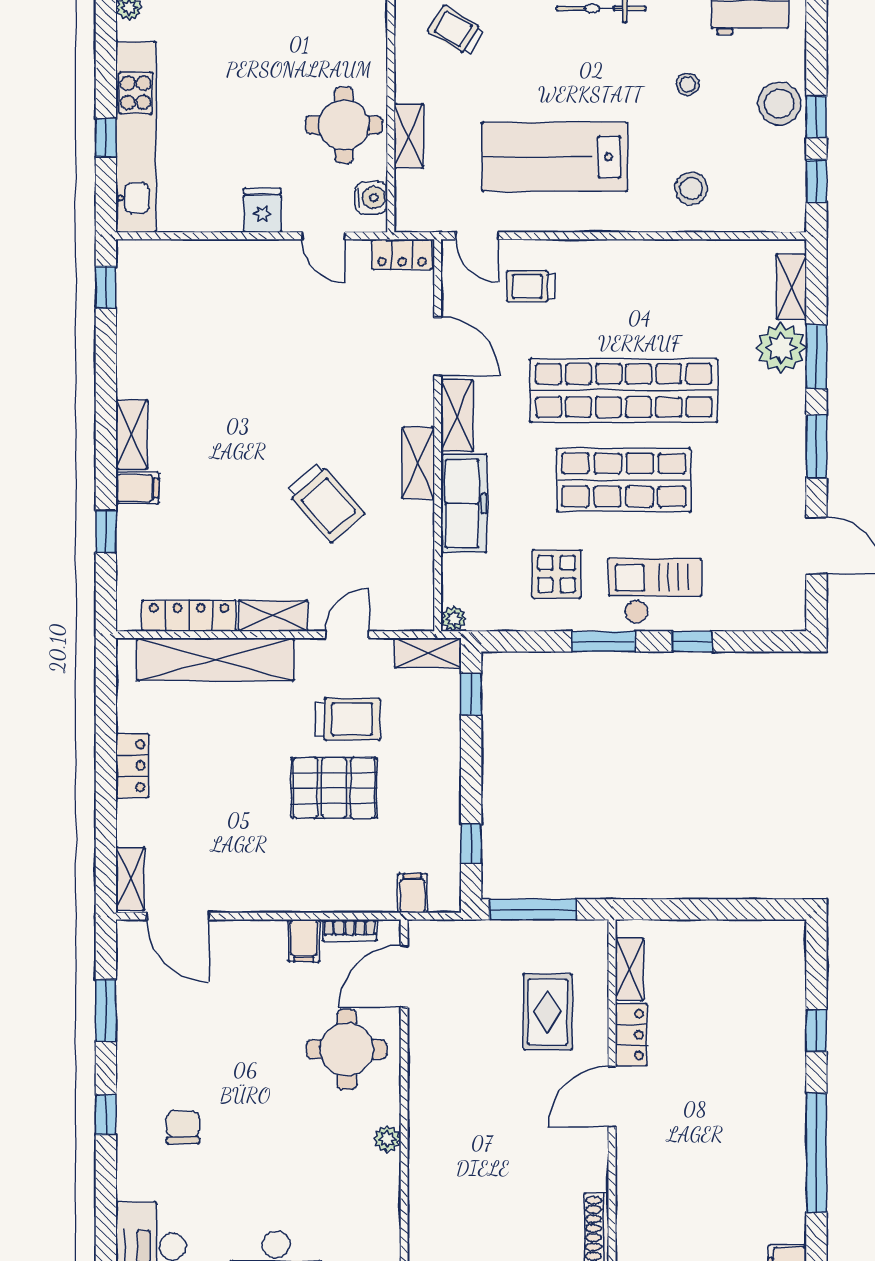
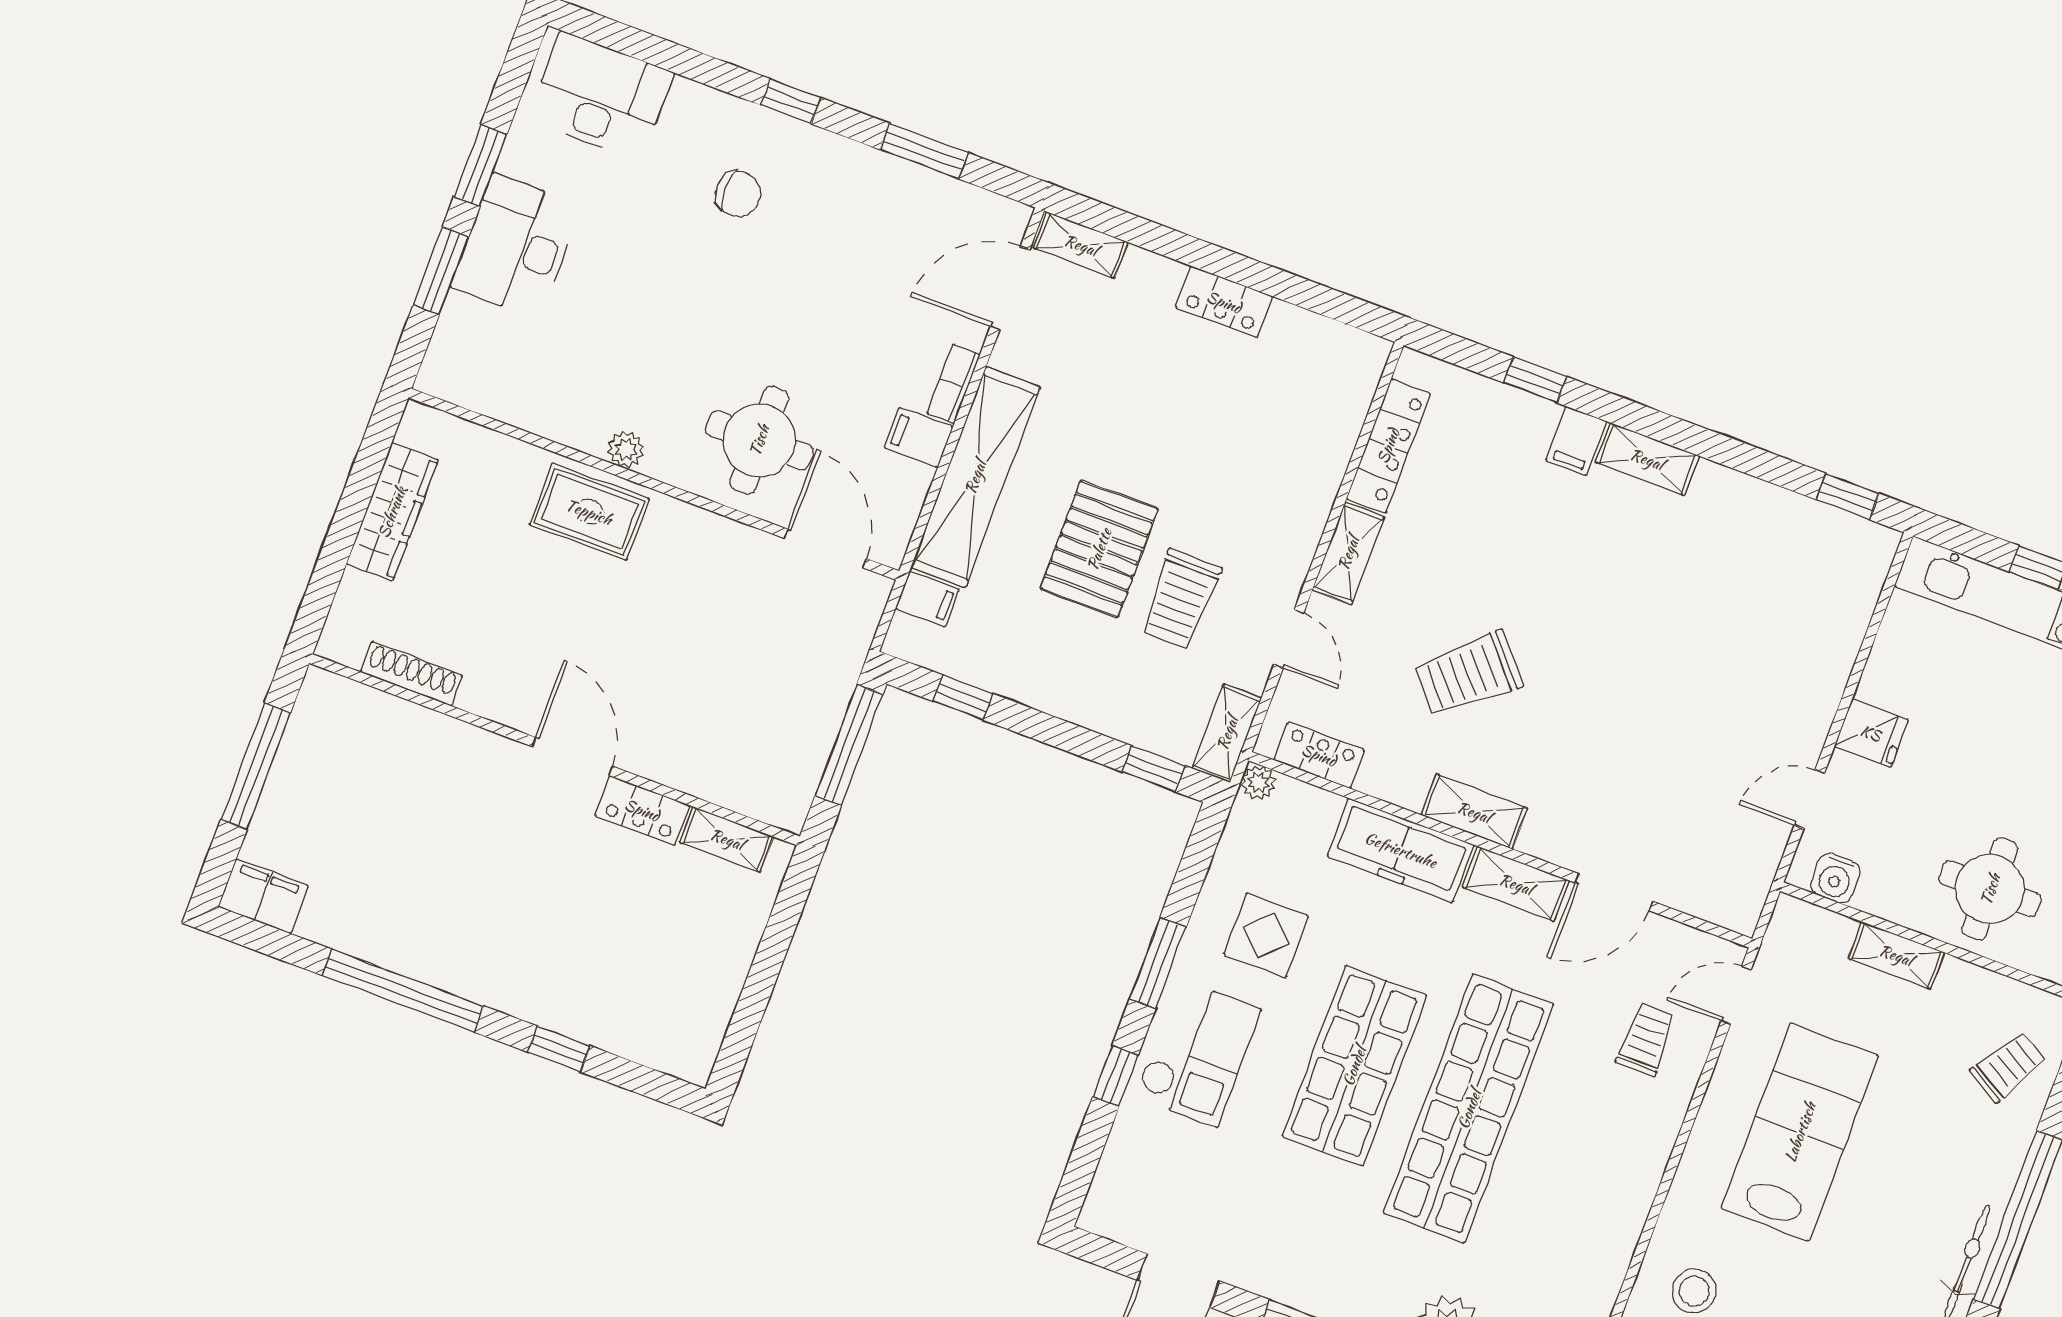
round table: (344, 125) -> (1990, 889), moved
locker: (402, 254) -> (1319, 755), moved, turned 90
shelving: (215, 659) -> (975, 477), moved
bookcase: (350, 930) -> (954, 384), moved
rug: (548, 1012) -> (589, 512), moved

